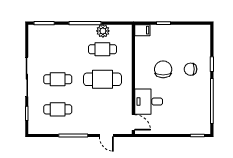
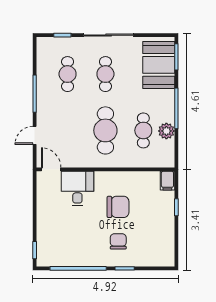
booth: (51, 37) -> (159, 65), added
door: (133, 122) -> (51, 169), swing flipped

